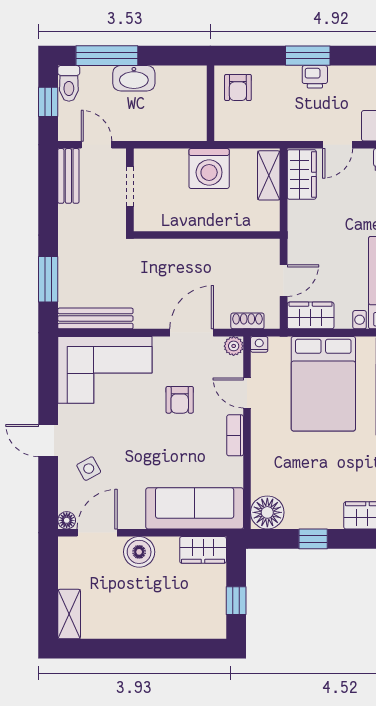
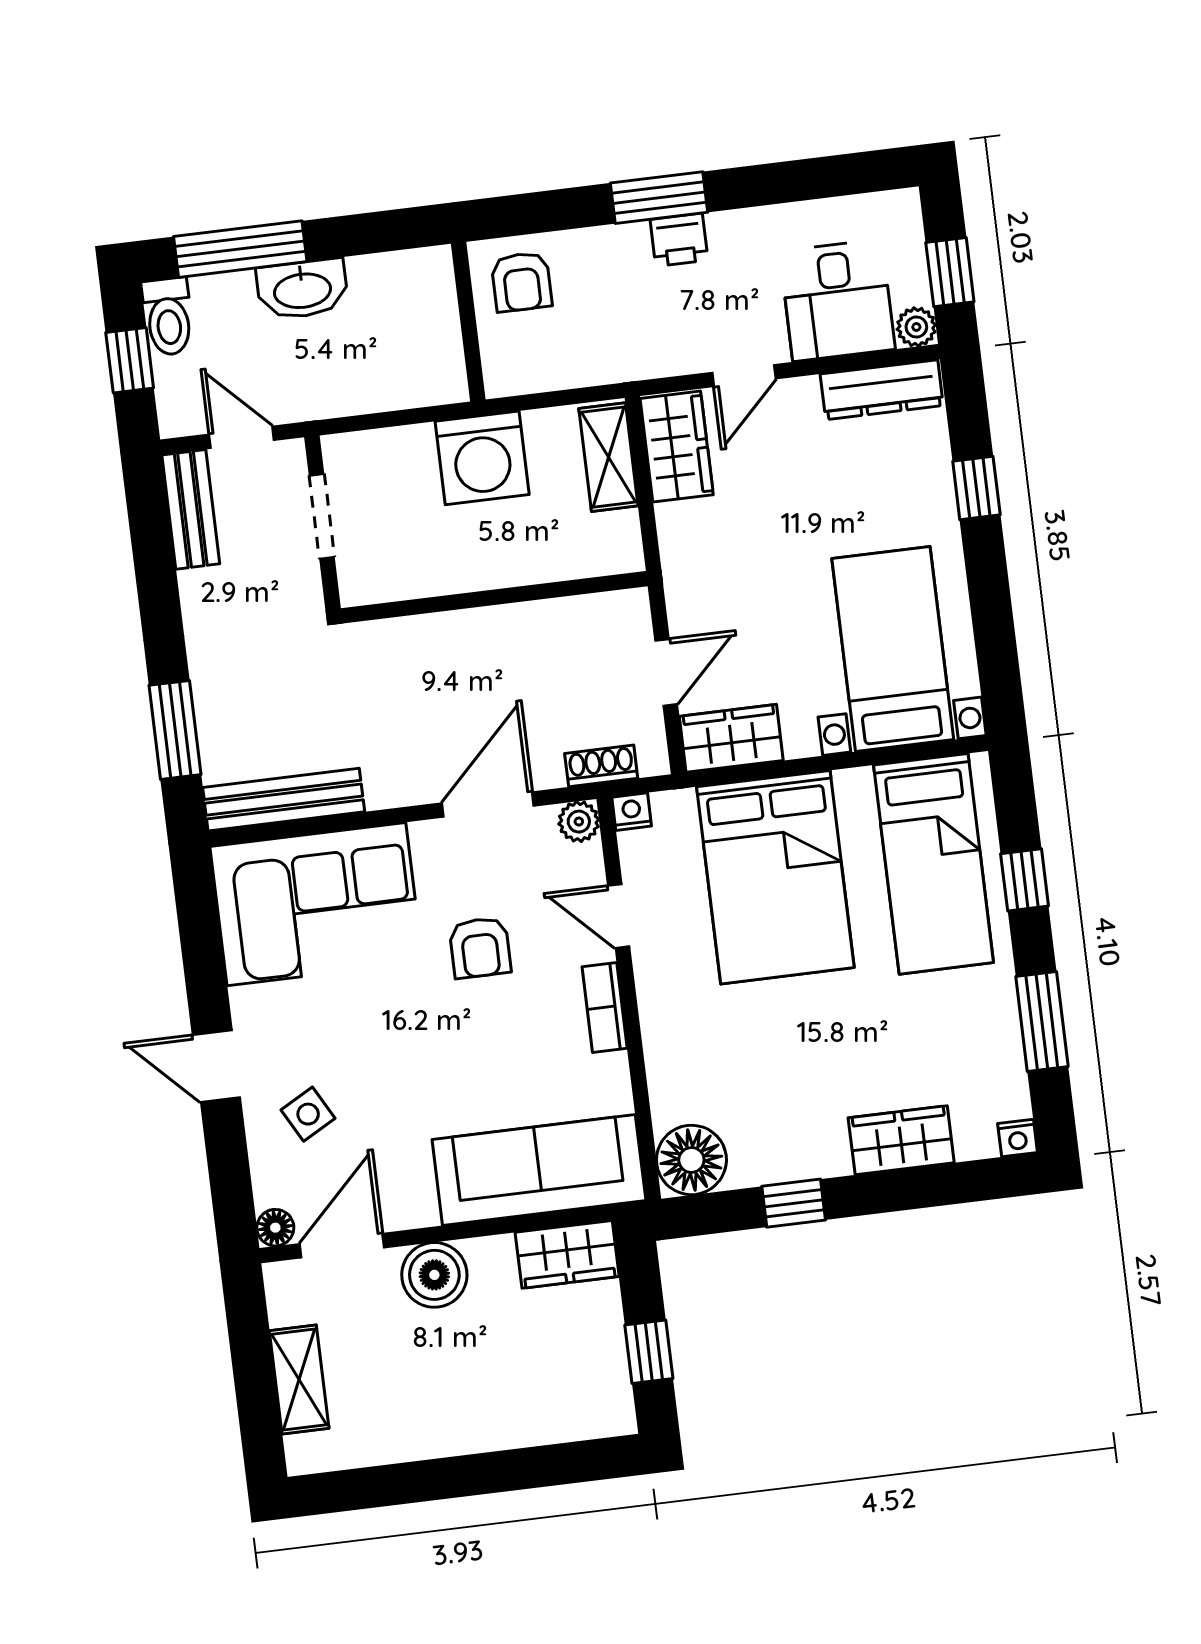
shelving: (69, 614) -> (299, 1380), moved

